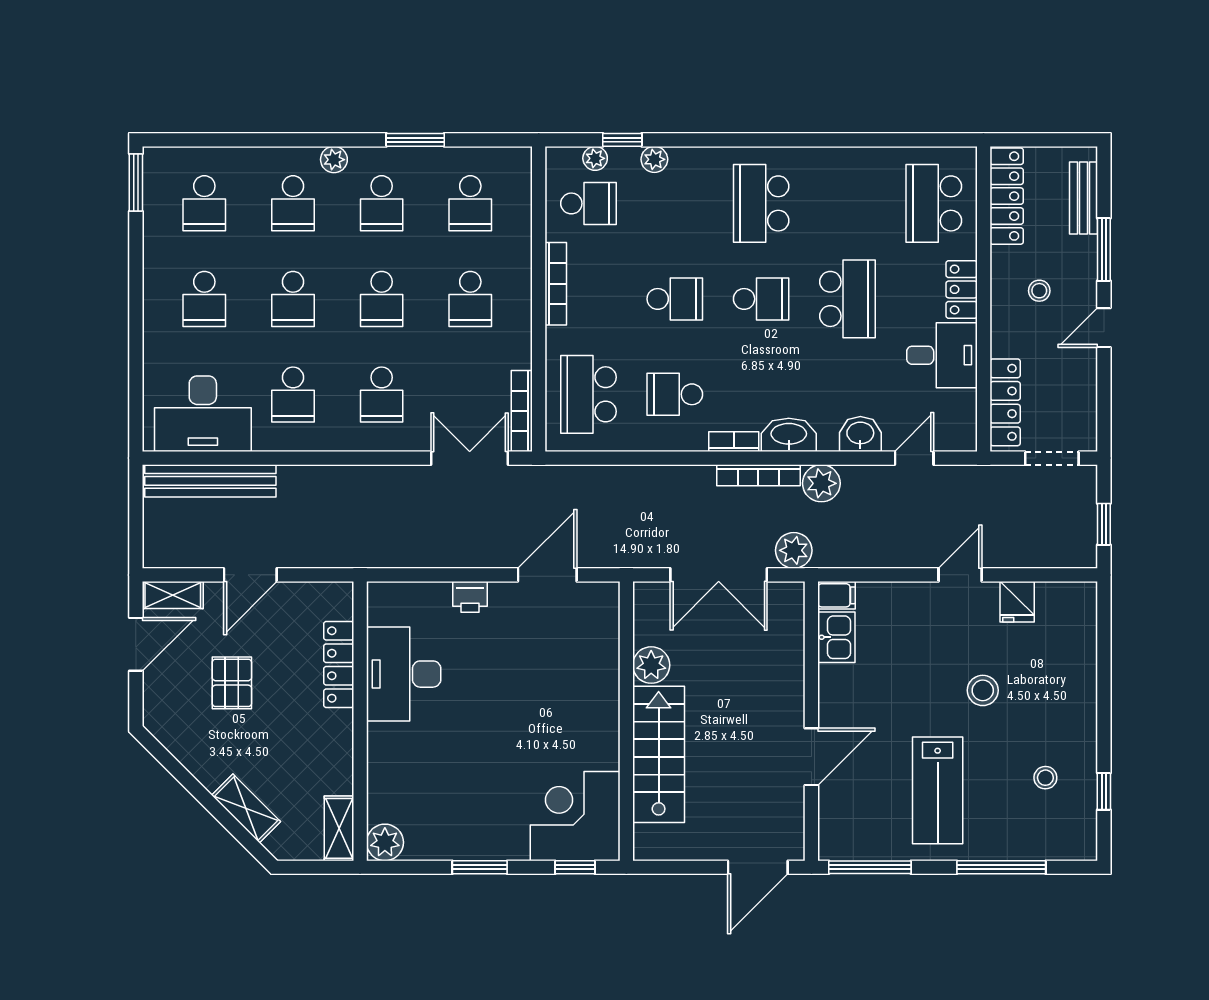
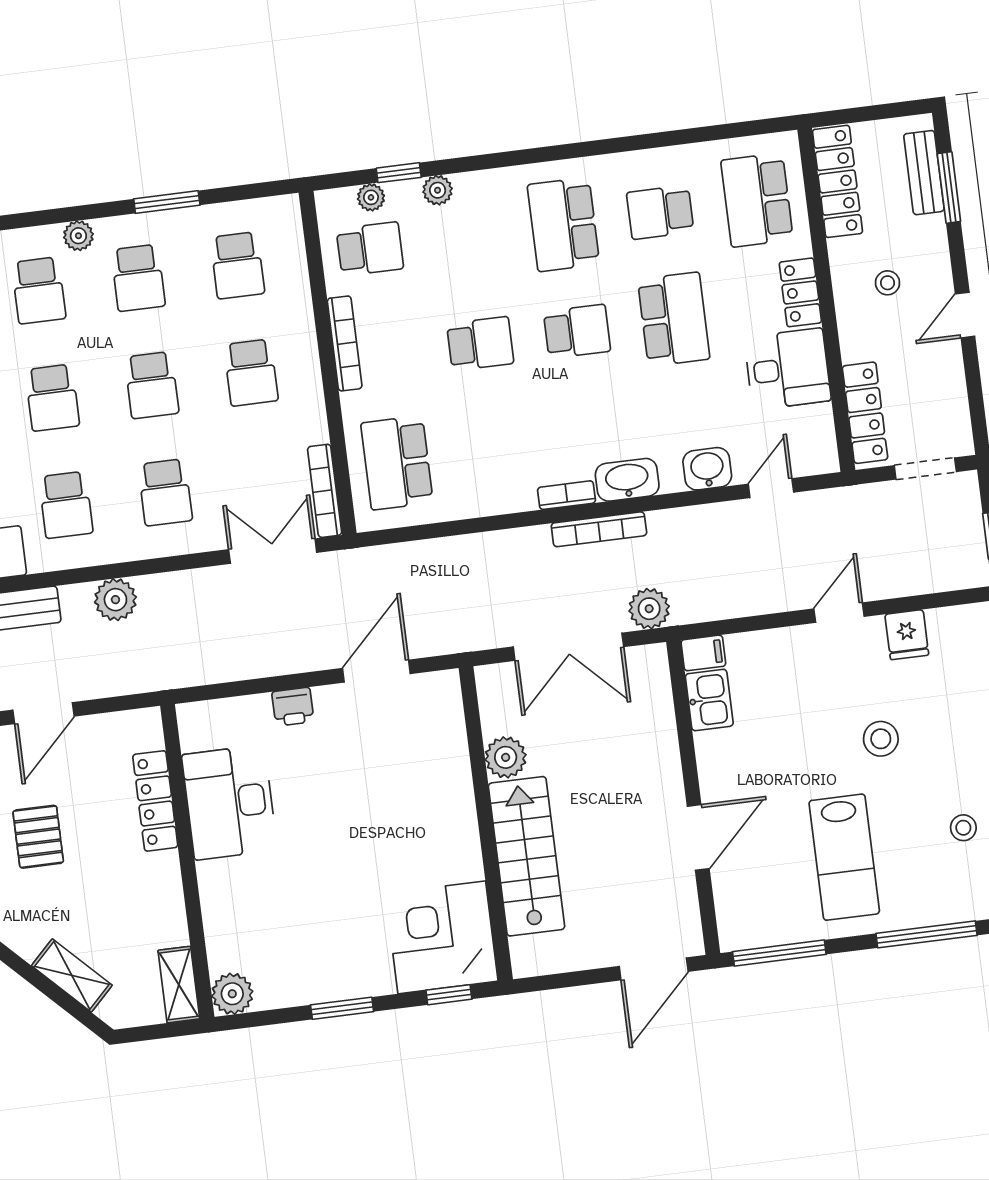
window: (1104, 250) -> (949, 188), moved
school desk: (675, 394) -> (660, 212), moved
plant: (821, 483) -> (115, 600), moved

